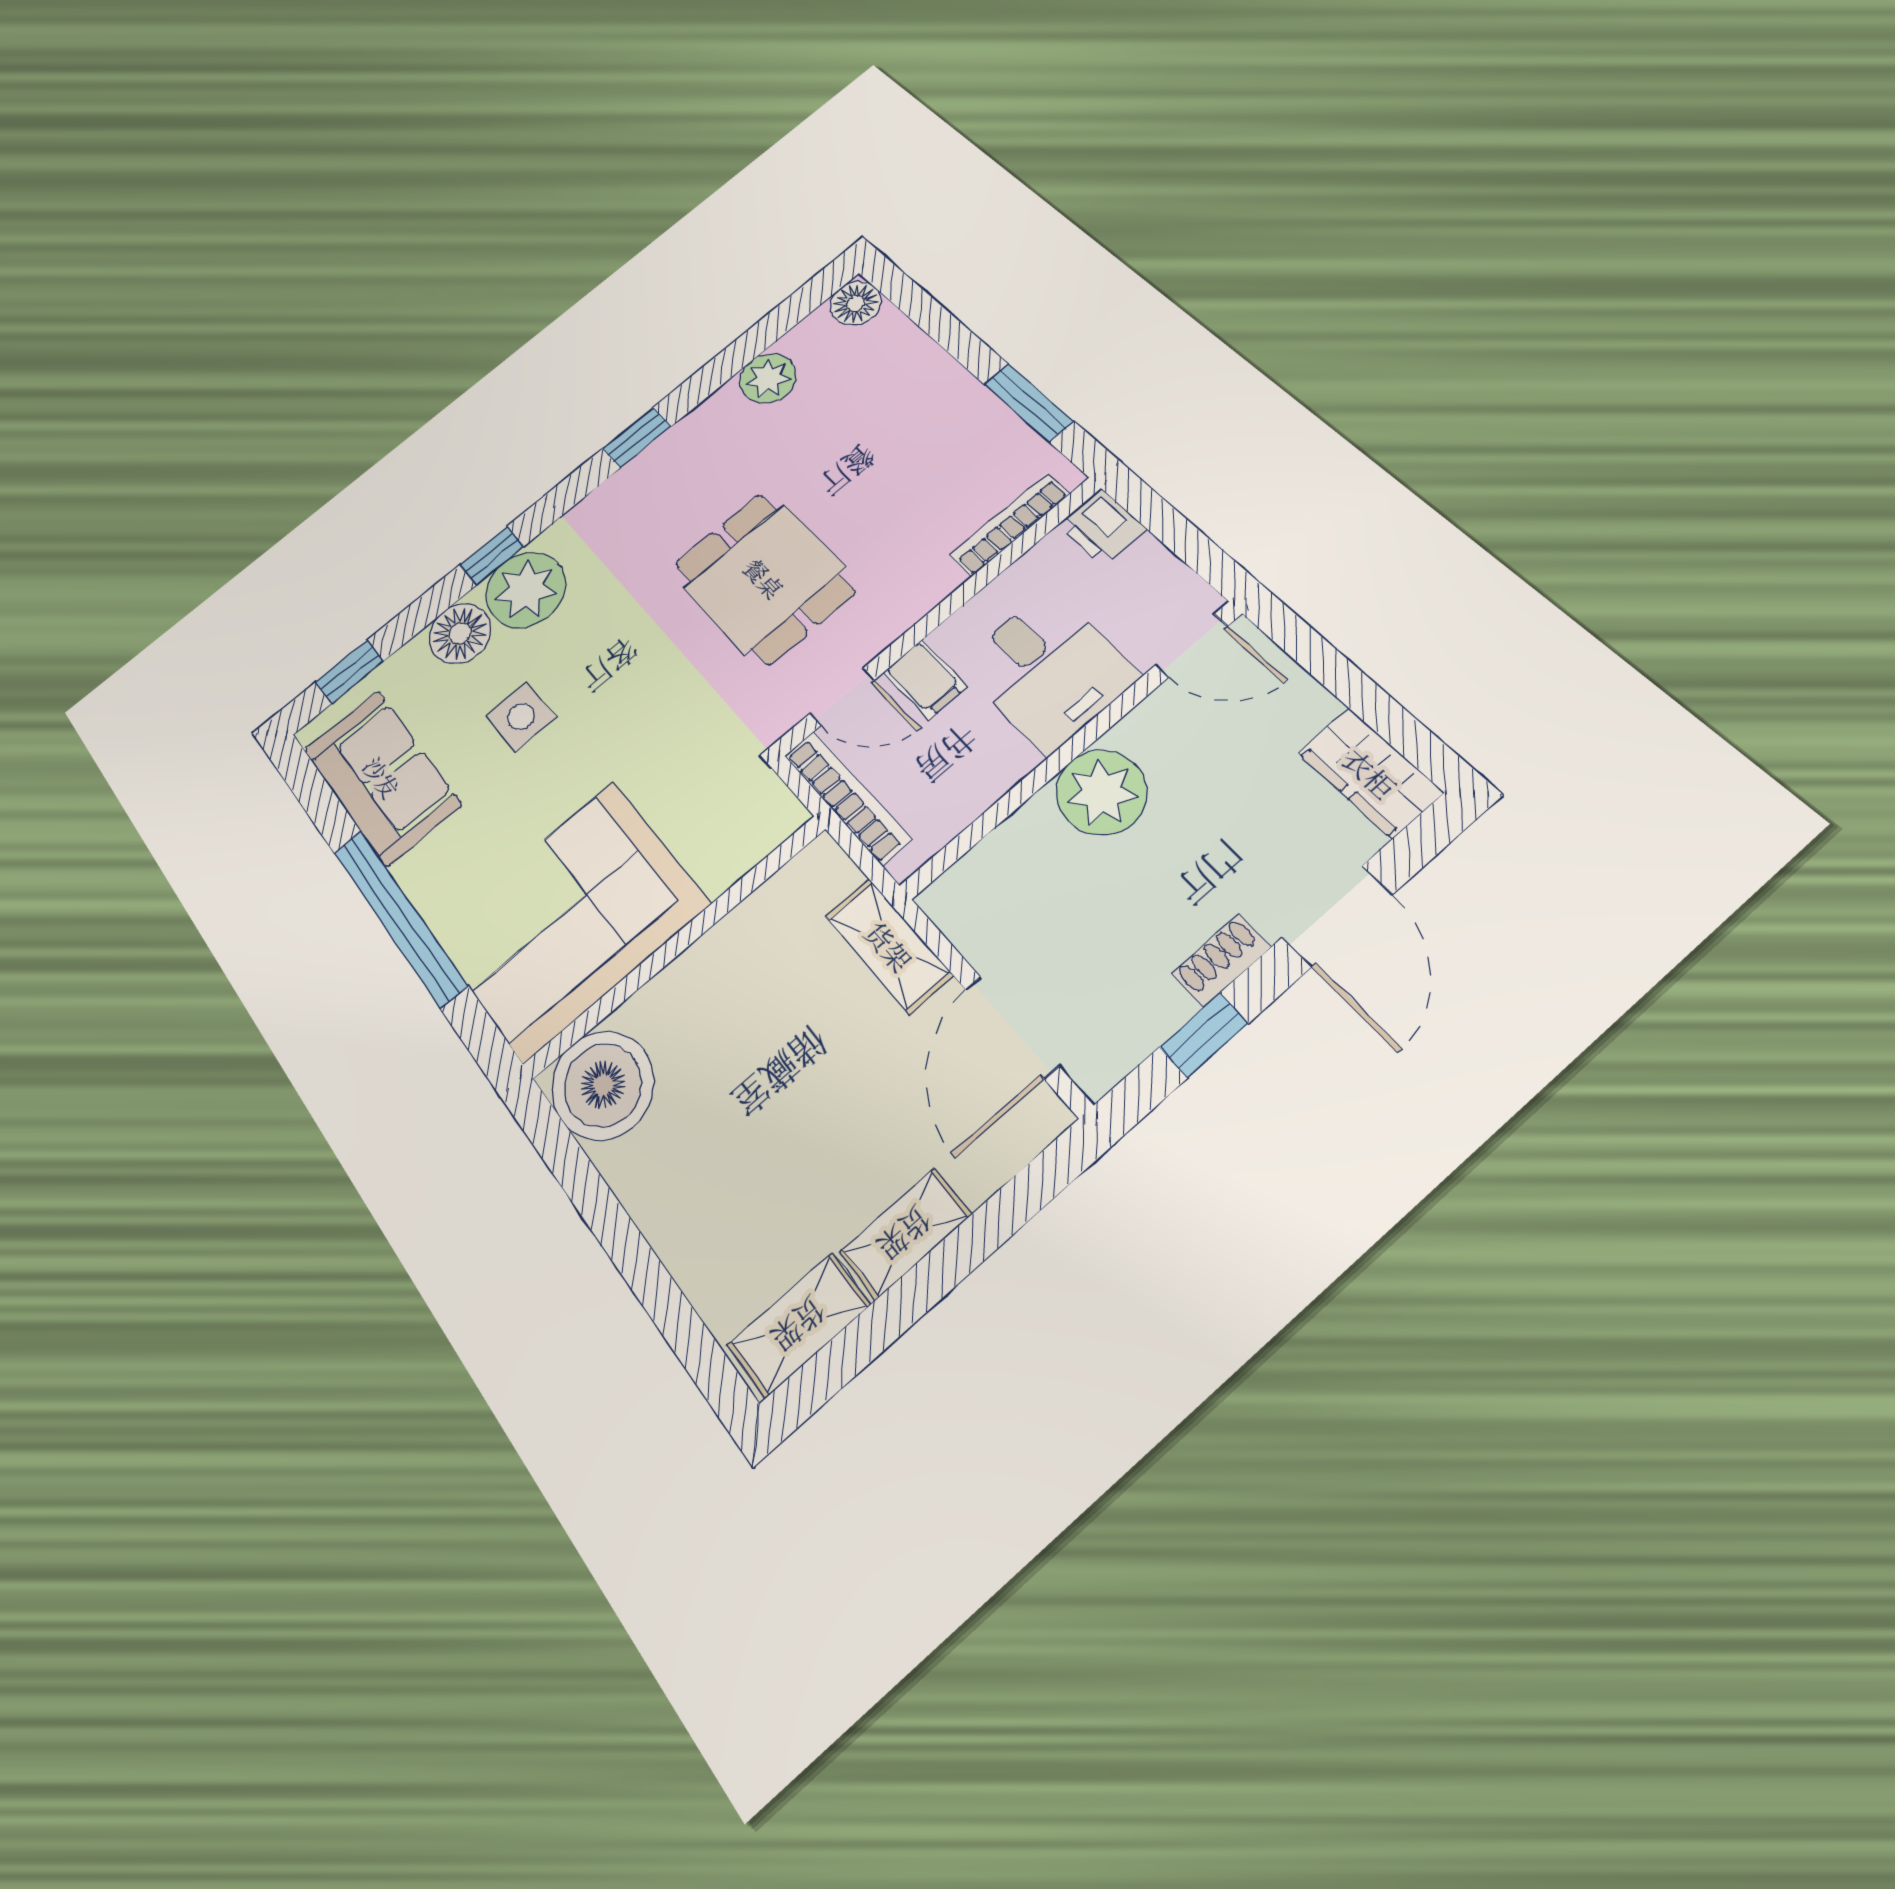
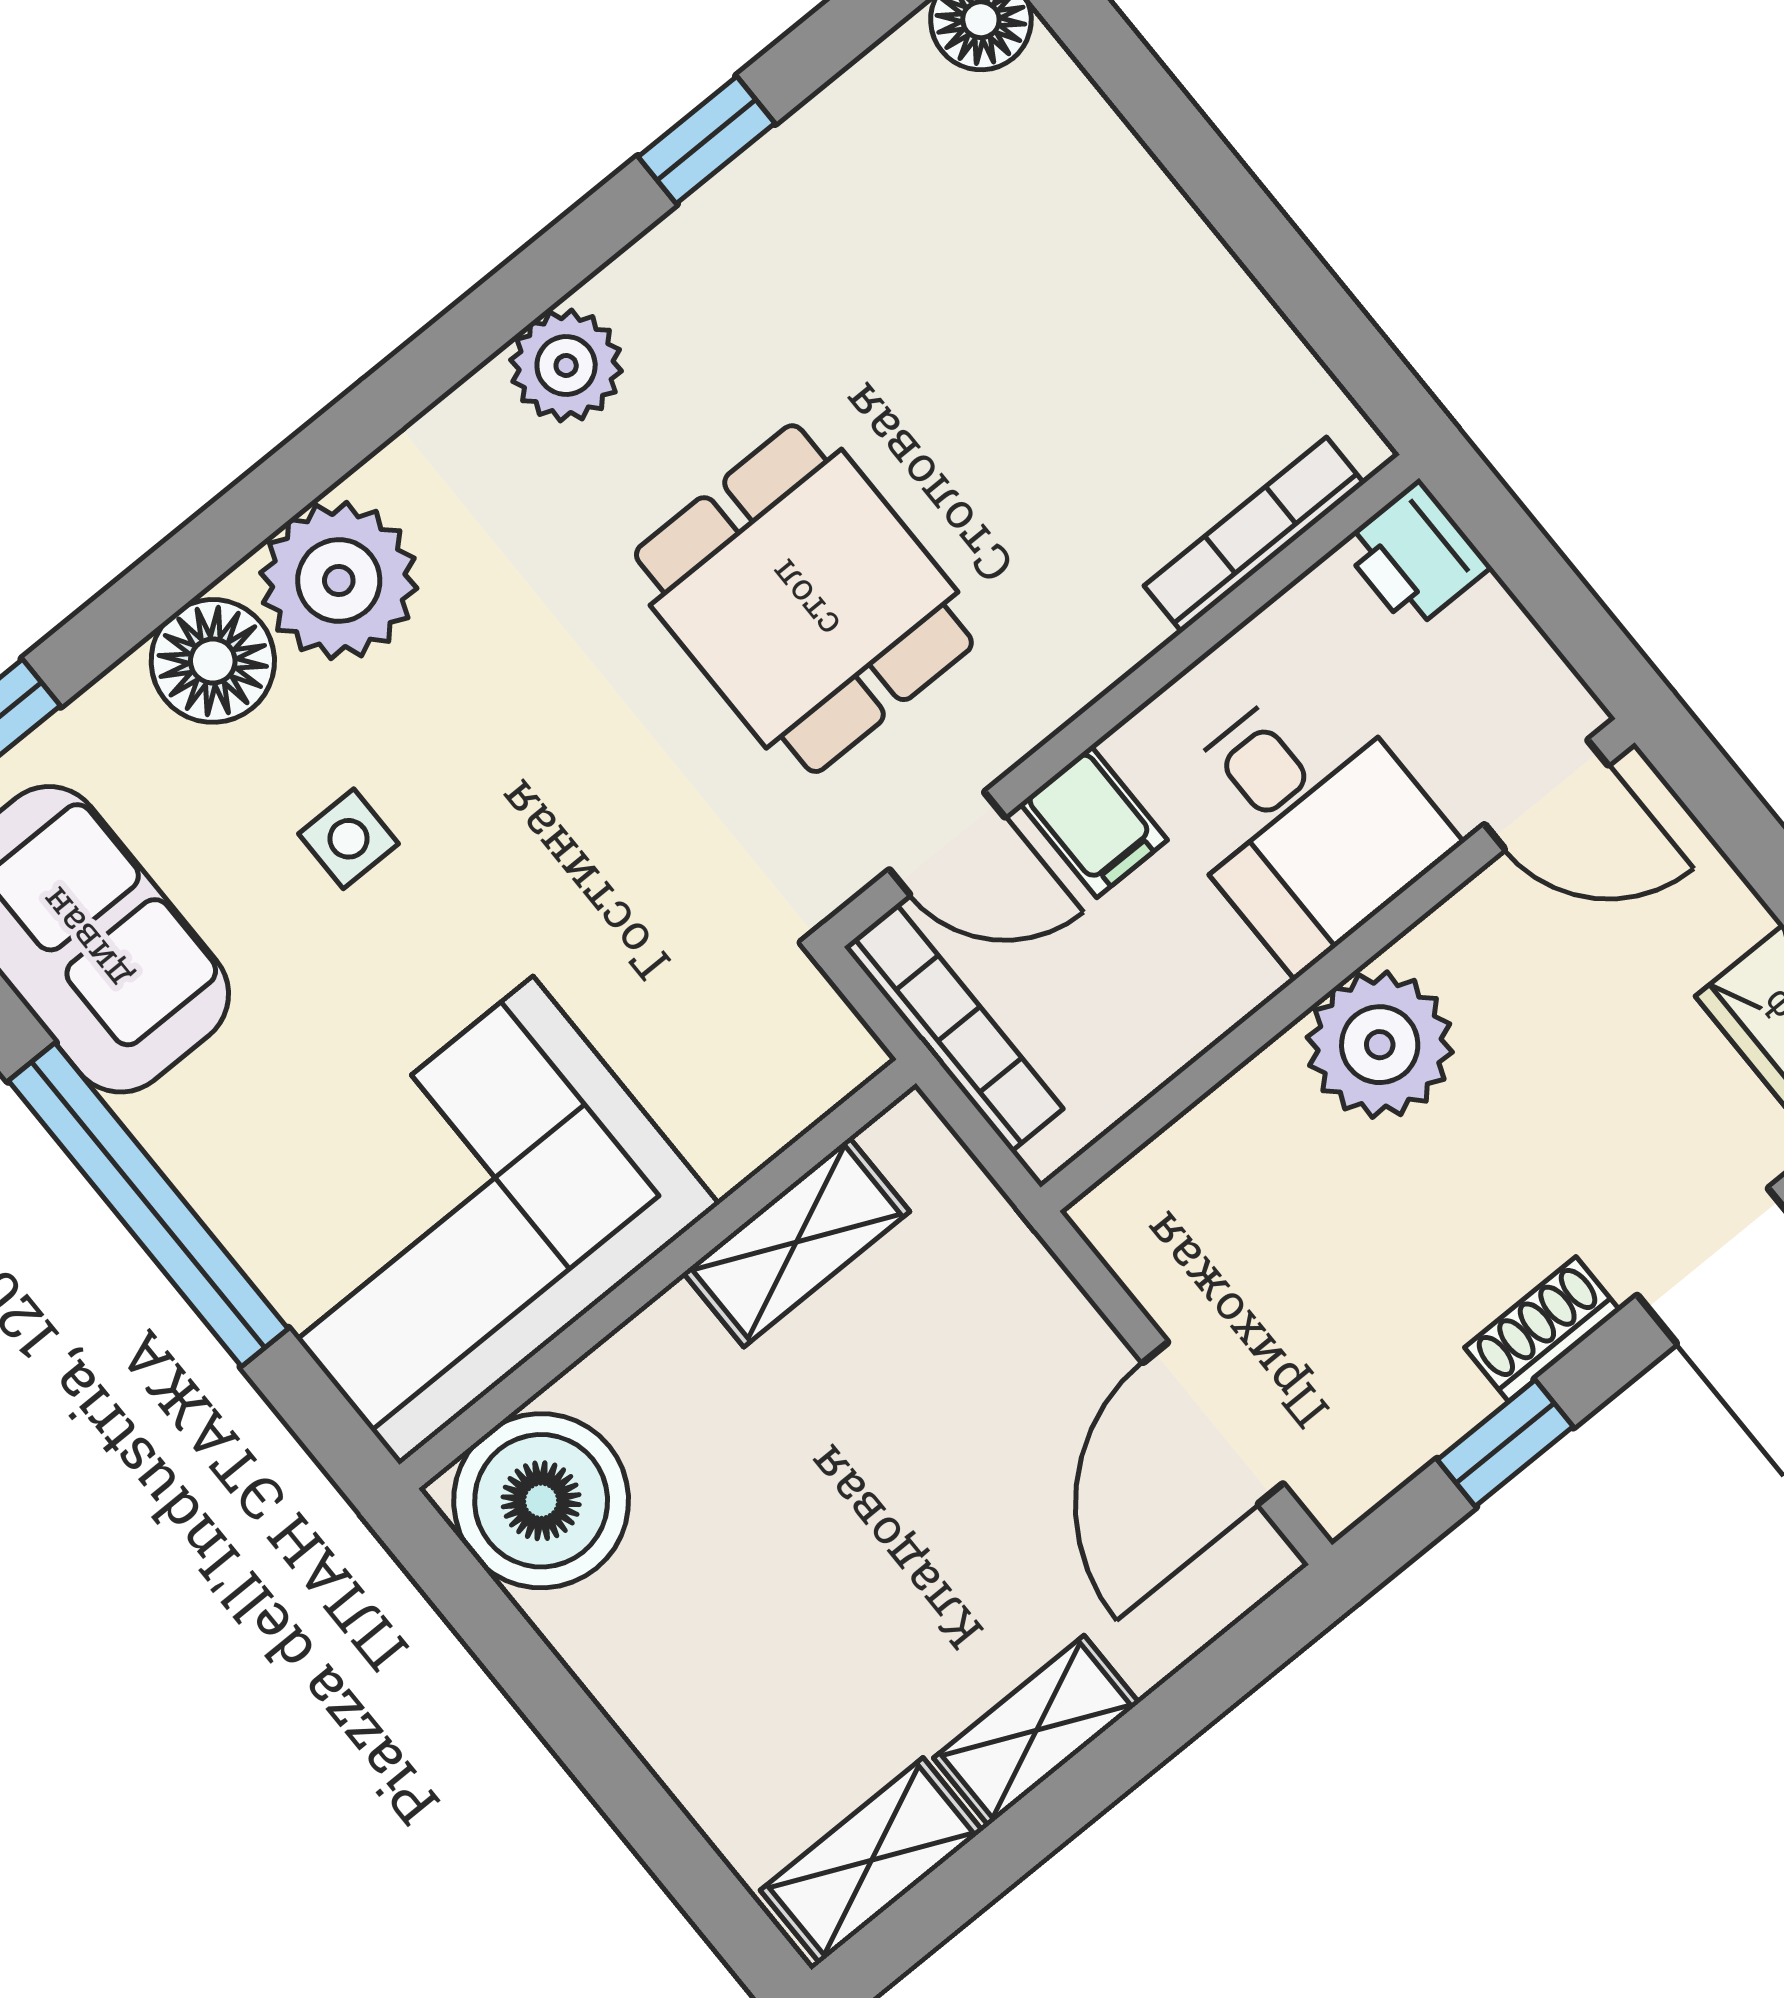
plant: (768, 378) -> (566, 366), moved
window: (1029, 403) -> (1301, 286), removed
window: (637, 438) -> (706, 140), moved
window: (492, 556) -> (264, 501), removed
side table: (521, 717) -> (349, 839), width x0.73, depth x0.73
shelving: (889, 946) -> (796, 1242), moved, turned 90

